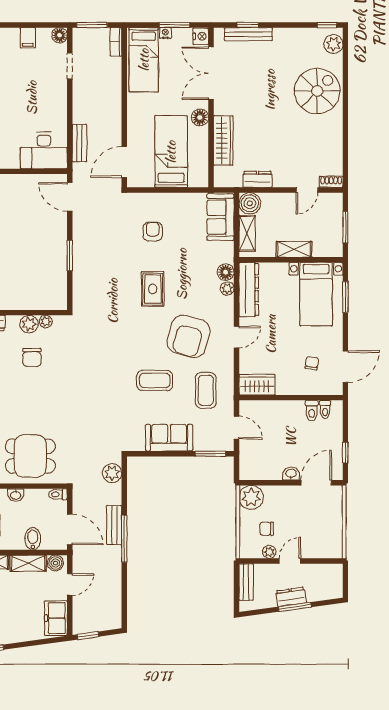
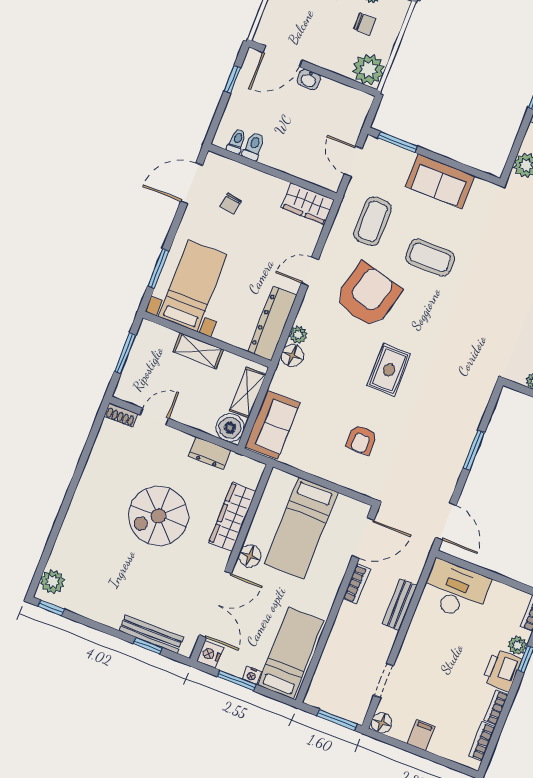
bookcase: (116, 42) -> (357, 584), moved
spiral stairs: (317, 91) -> (158, 516), moved
bench: (79, 143) -> (400, 605), moved

